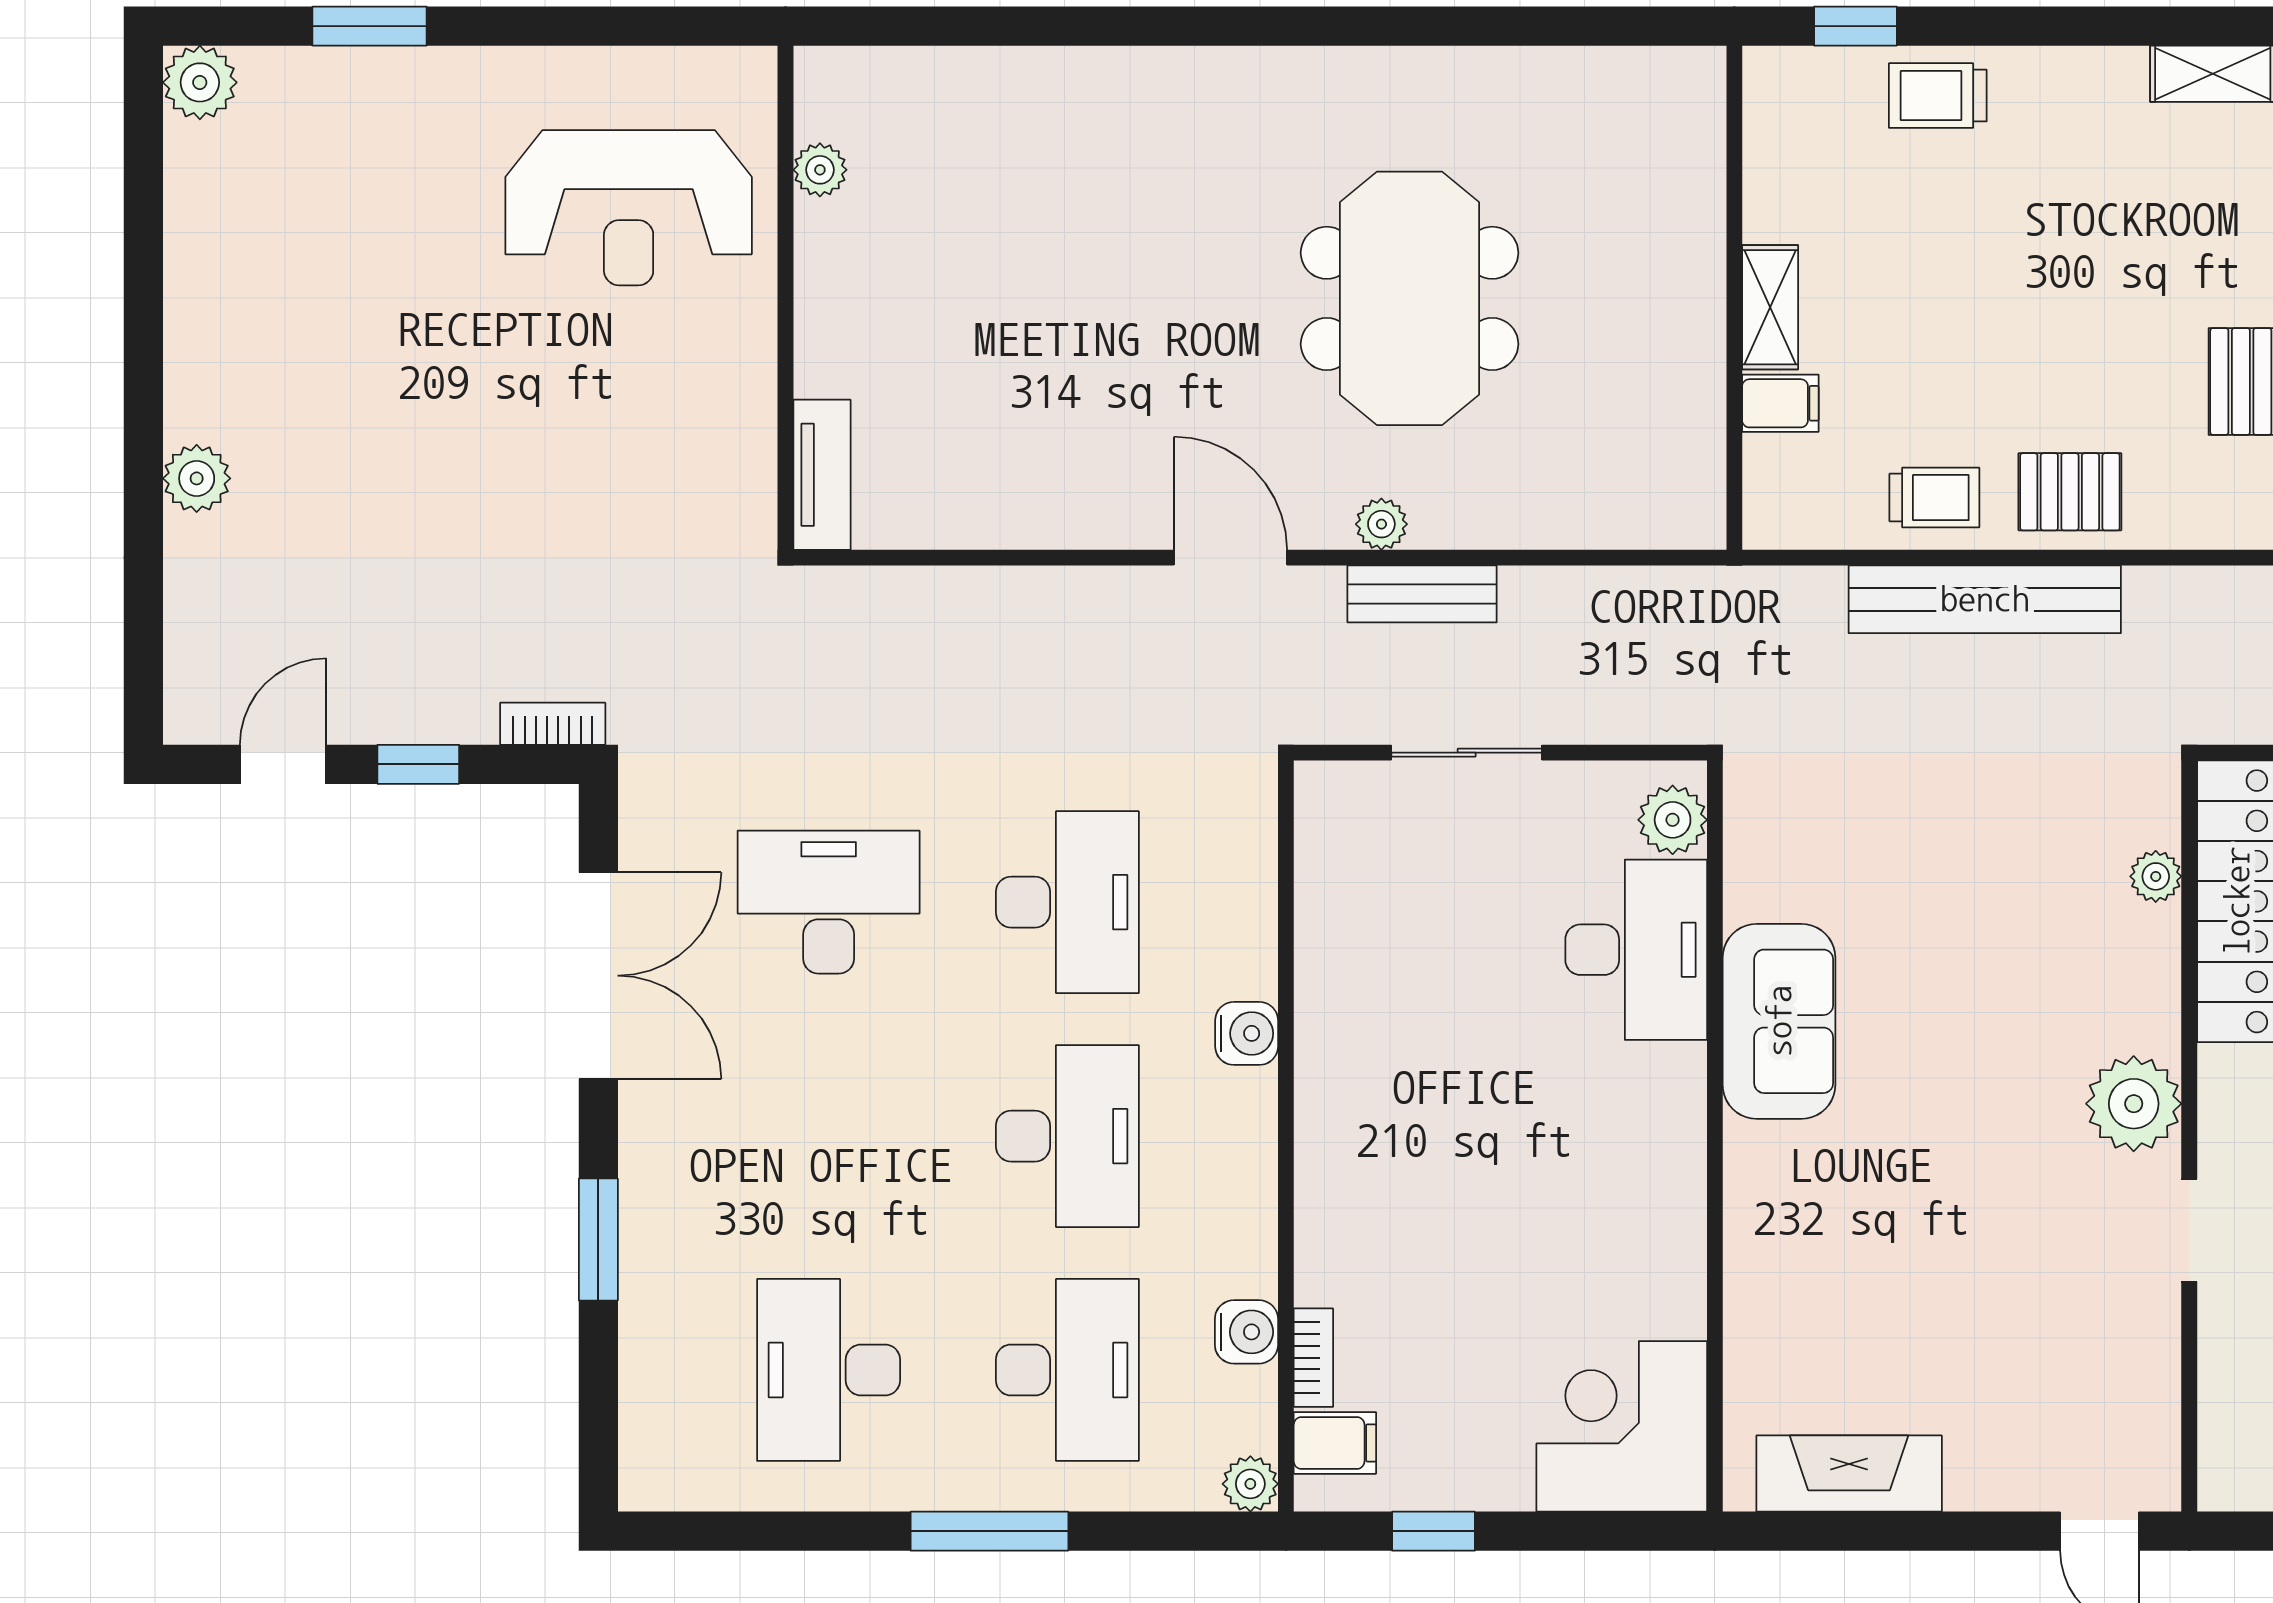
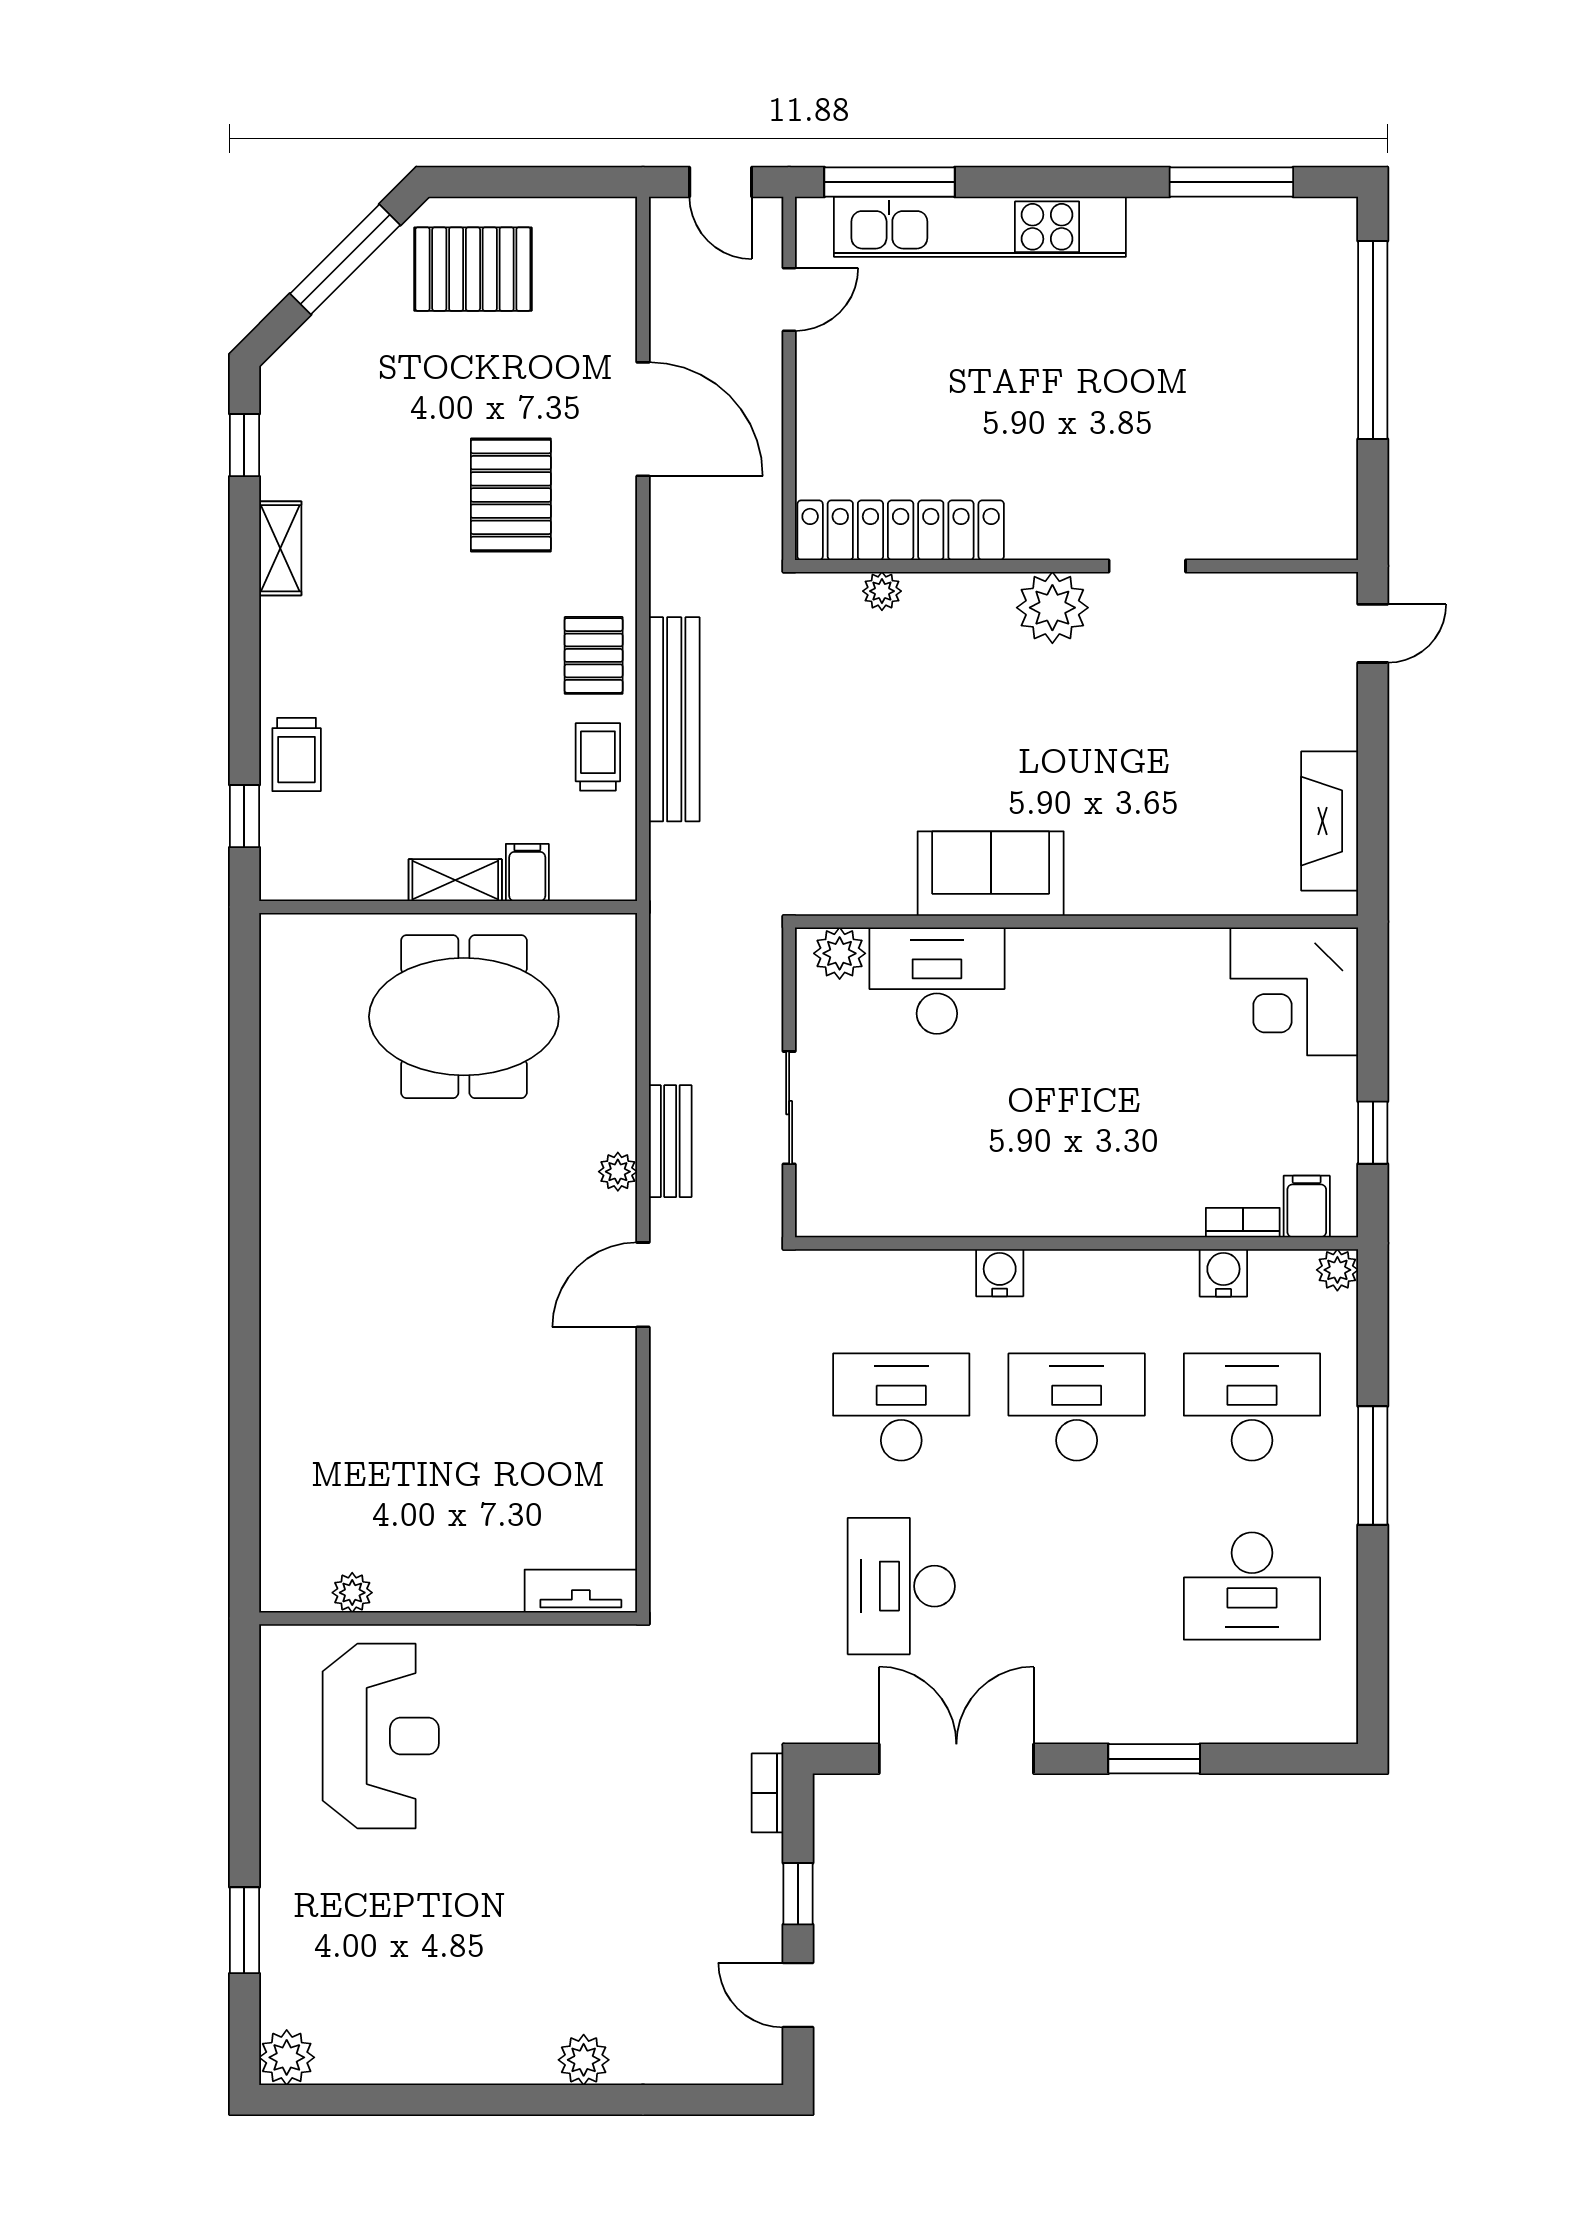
meeting table: (1410, 298) -> (464, 1017), moved

